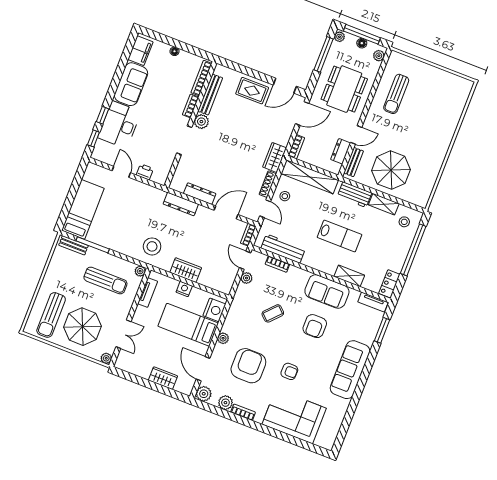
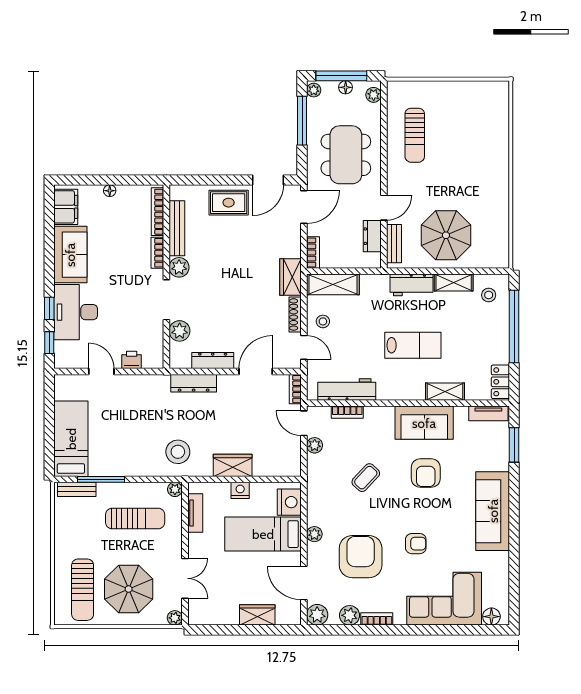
plant: (185, 165) -> (180, 331), added
shelving: (310, 177) -> (333, 284), width x0.68
floor lamp: (322, 441) -> (491, 617), added

